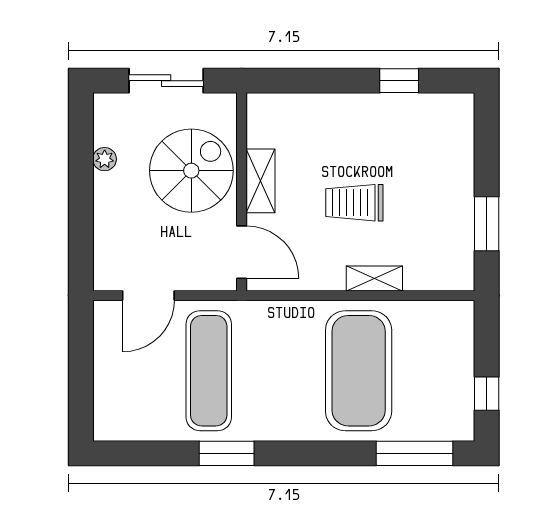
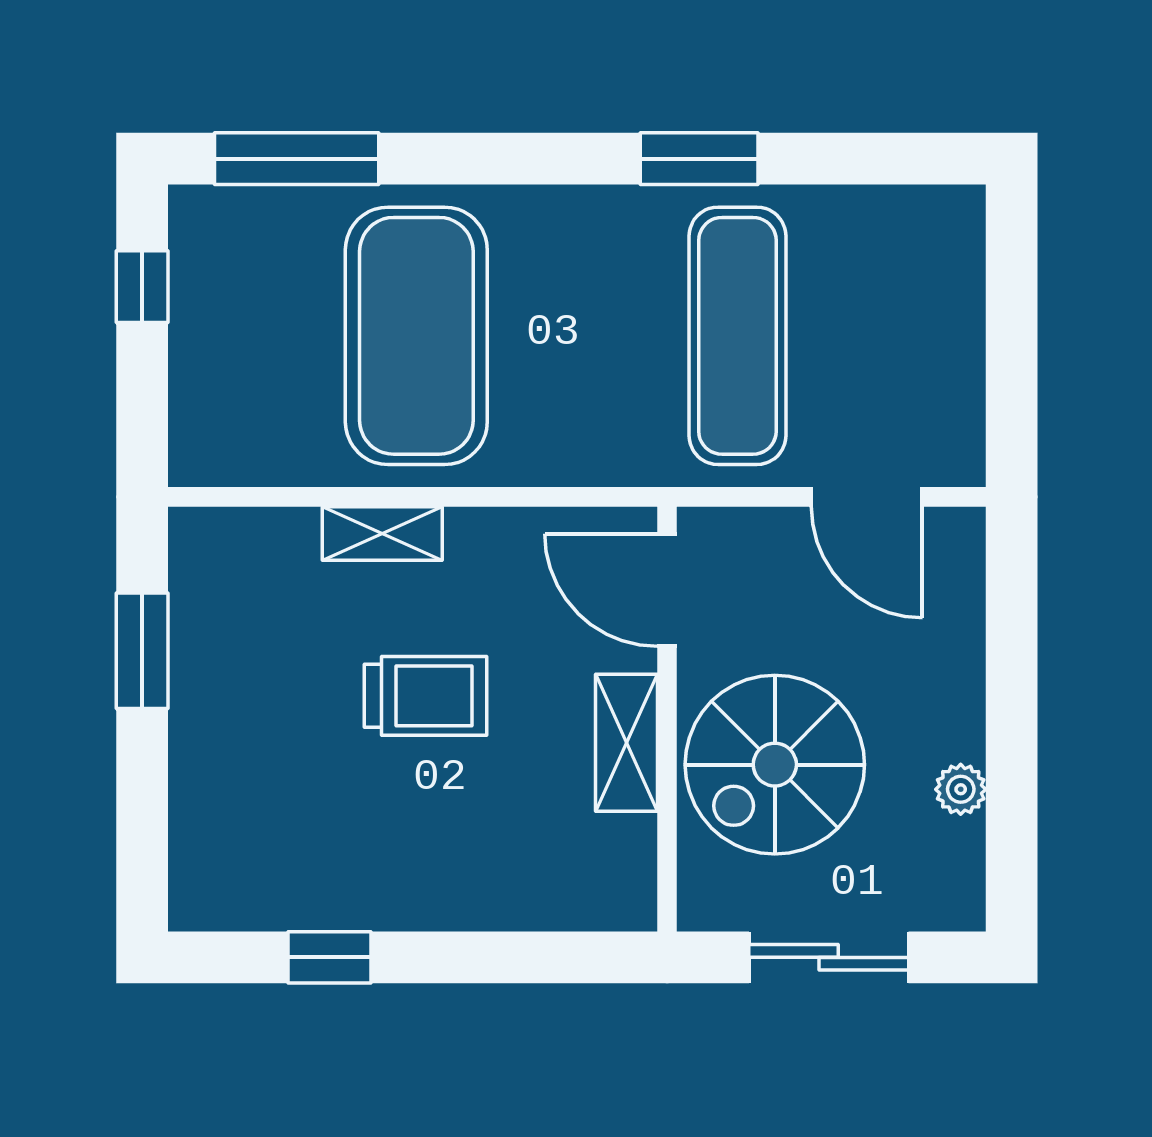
door: (148, 296) -> (867, 497), swing flipped

